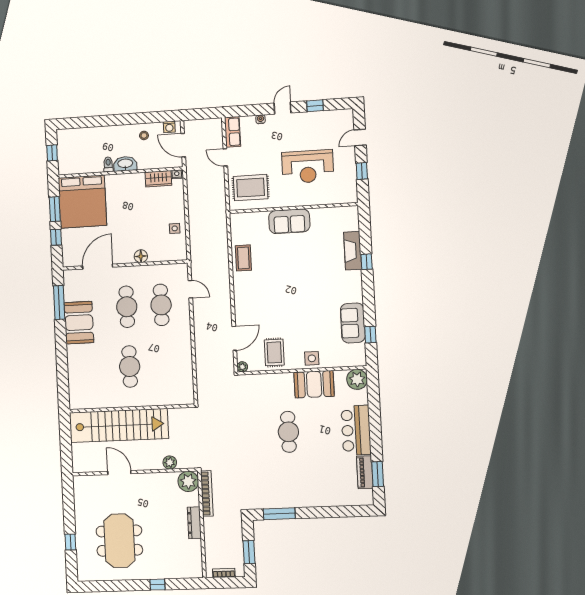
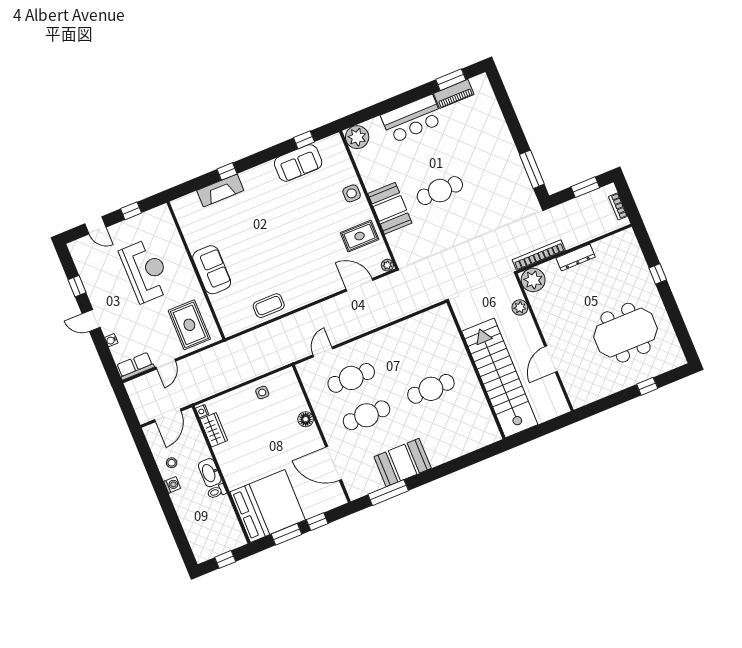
washing machine: (169, 127) -> (172, 485), moved
booth: (314, 384) -> (390, 208), moved

